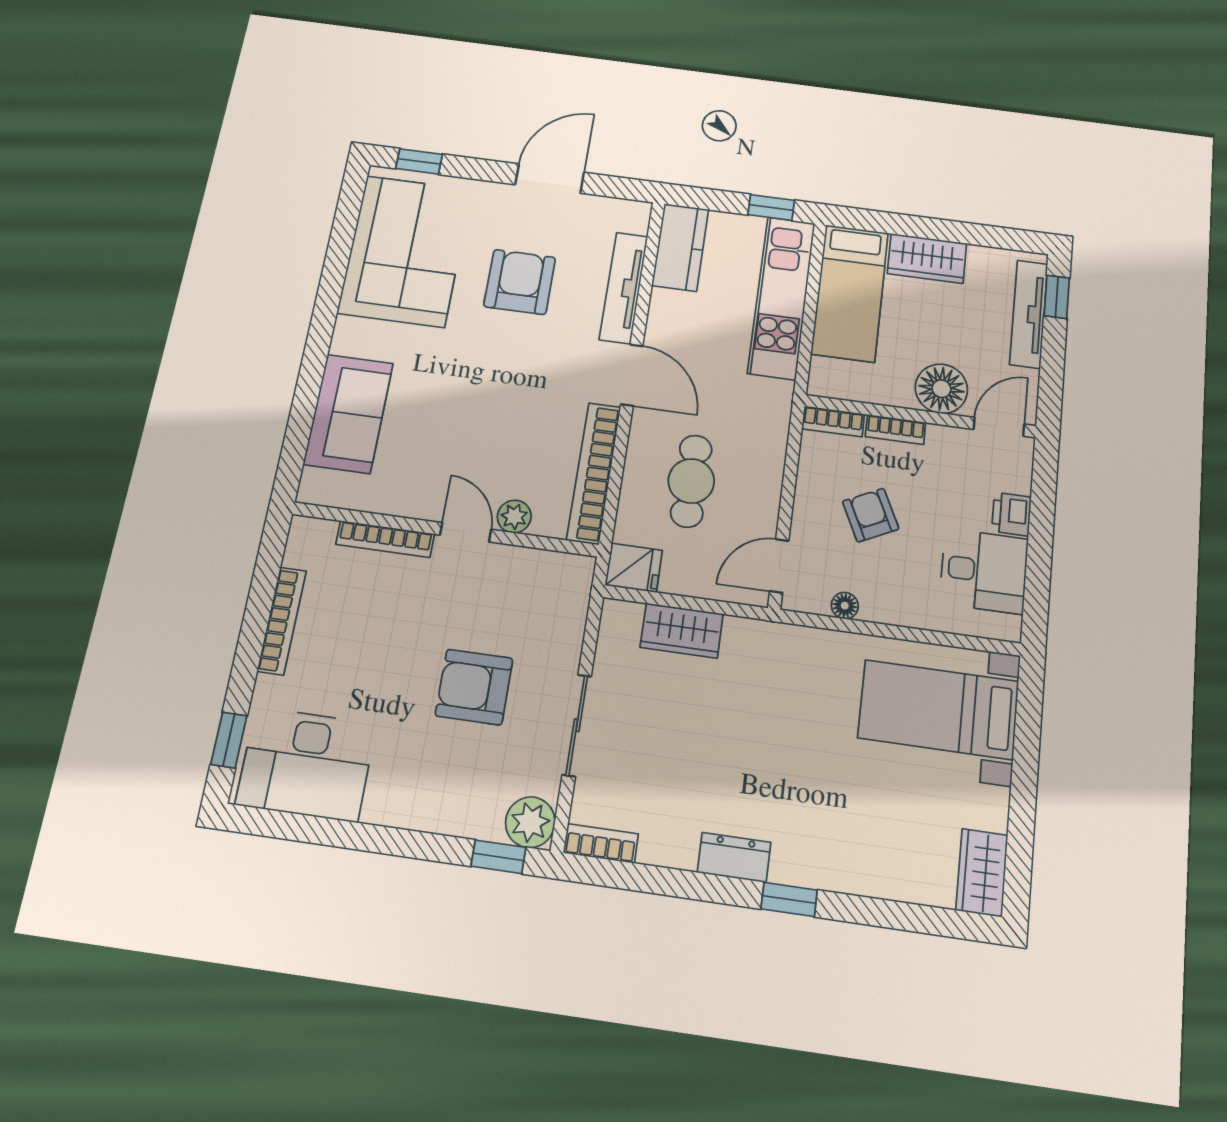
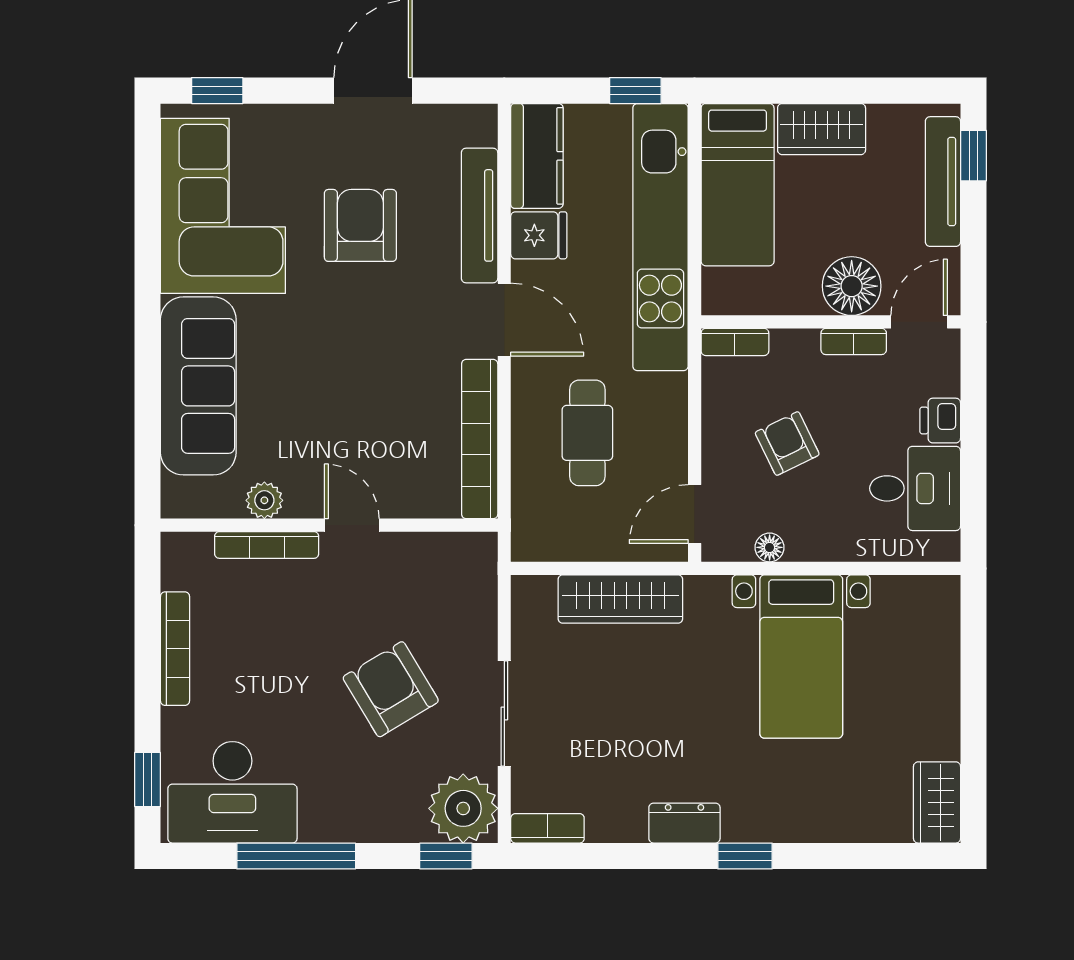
kitchen unit: (782, 297) -> (660, 237), width x1.36
sofa: (348, 413) -> (198, 386), width x1.36
bookcase: (895, 429) -> (854, 341), moved
plant: (514, 517) -> (264, 500), moved
fridge: (634, 568) -> (539, 235), moved
wardrobe: (682, 631) -> (620, 599), width x1.50
armchair: (474, 687) -> (391, 689), turned 59
bed with nightstands: (938, 709) -> (801, 657), moved, turned -90
plant: (530, 822) -> (463, 808), width x1.36, depth x1.36
window: (354, 836) -> (296, 856), added

